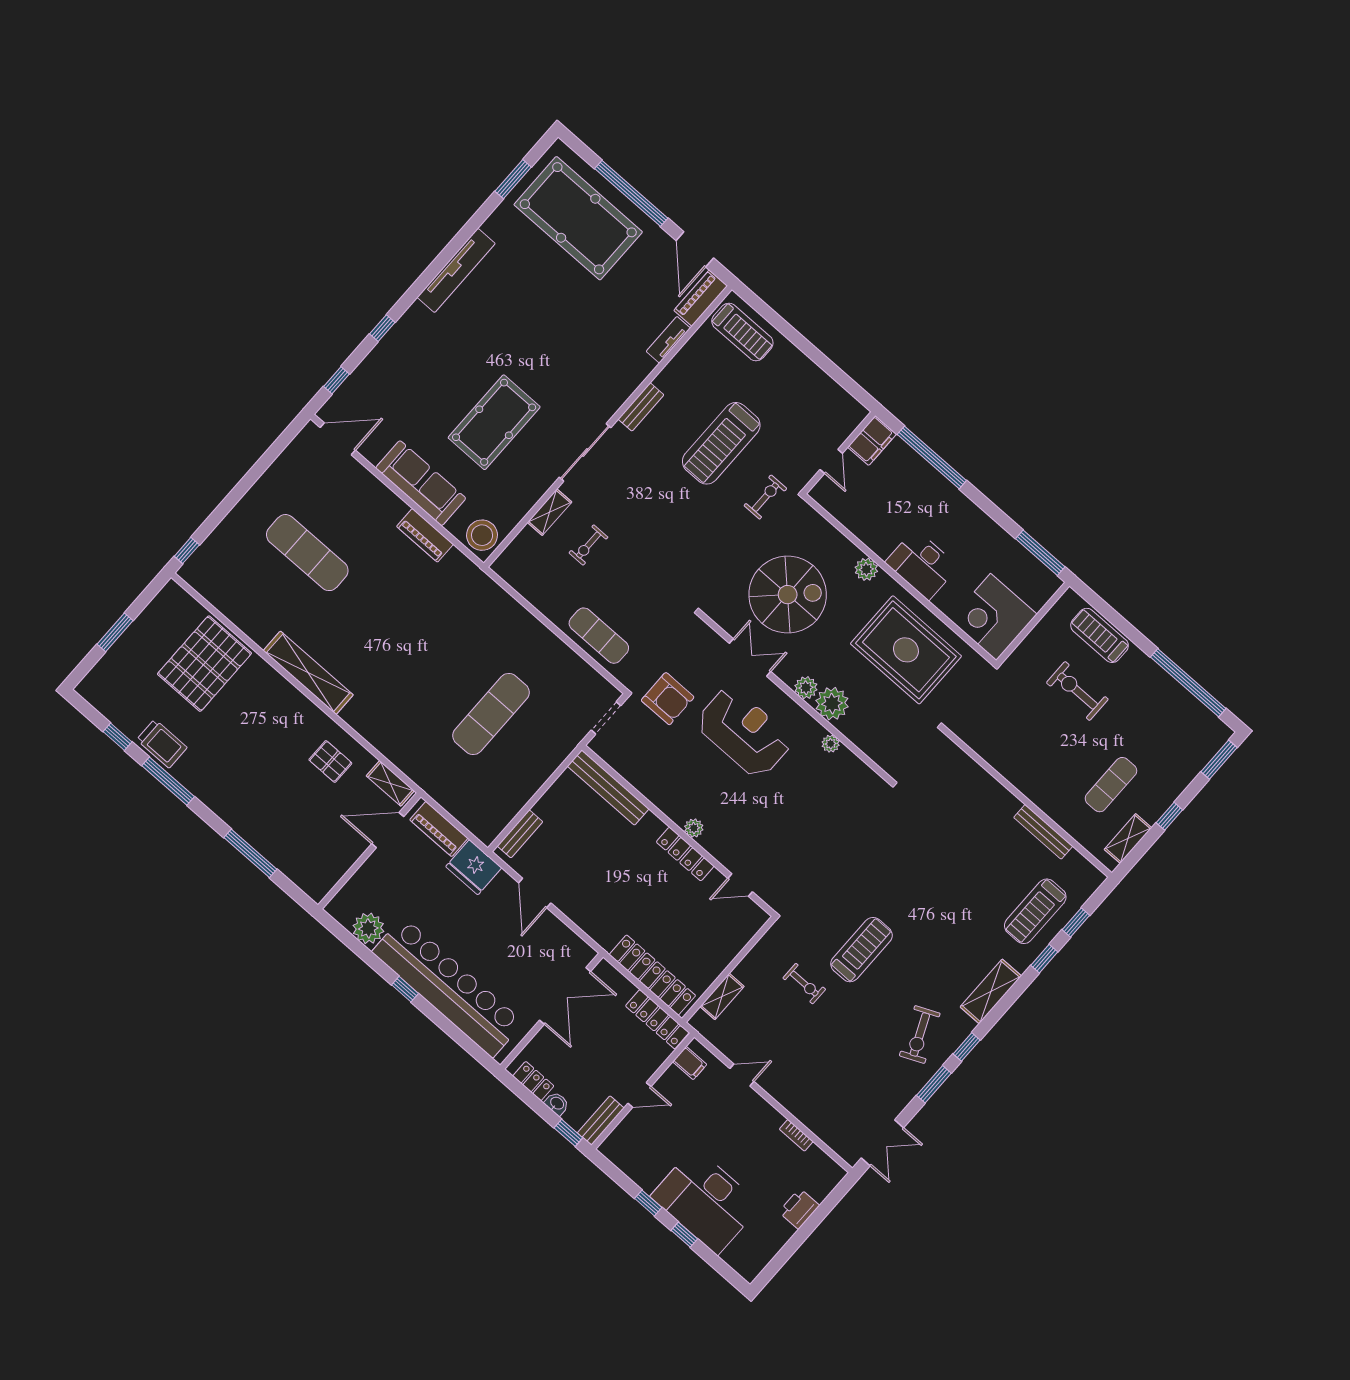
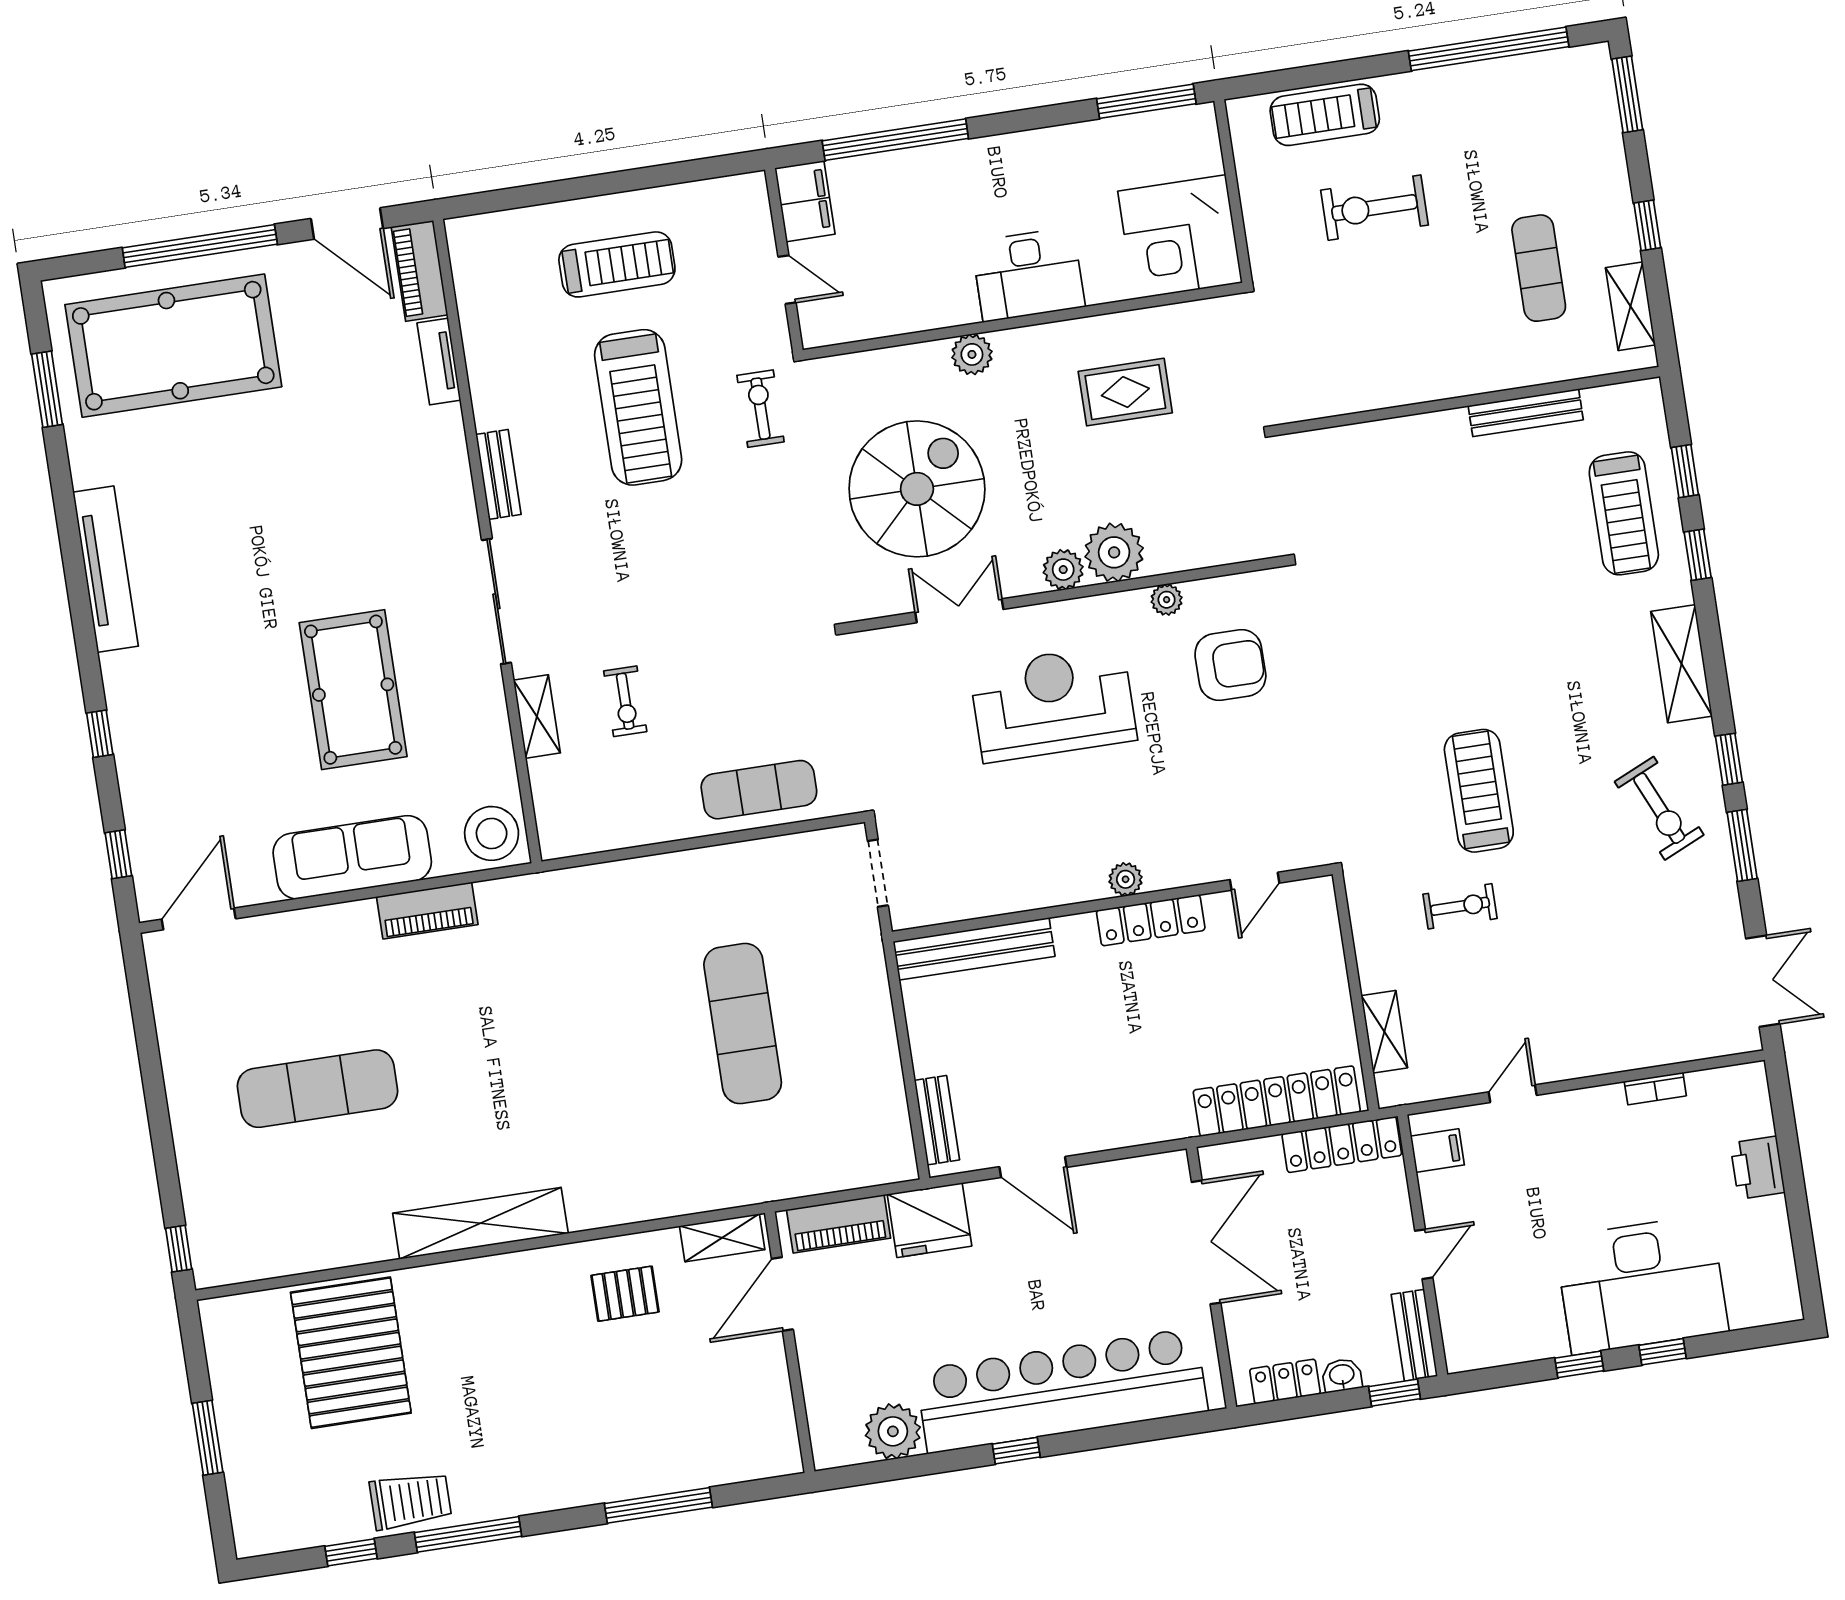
treadmill: (742, 332) -> (617, 264), moved
rug: (906, 650) -> (1125, 392), width x0.54, depth x0.49
armchair: (668, 699) -> (1230, 665), moved

